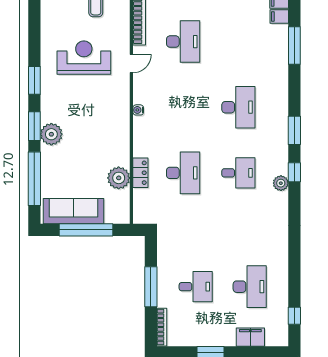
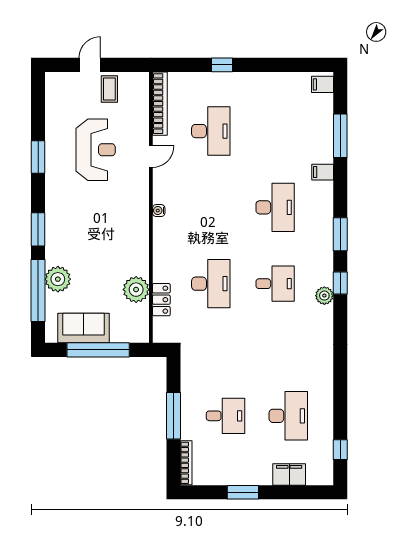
filing cabinet: (279, 16) -> (323, 172), moved
reception desk: (84, 58) -> (96, 150), turned 90
window: (34, 80) -> (38, 157), moved
plant: (51, 134) -> (58, 279), moved
locker: (140, 173) -> (161, 300), moved
sofa: (73, 211) -> (84, 328), width x0.73

